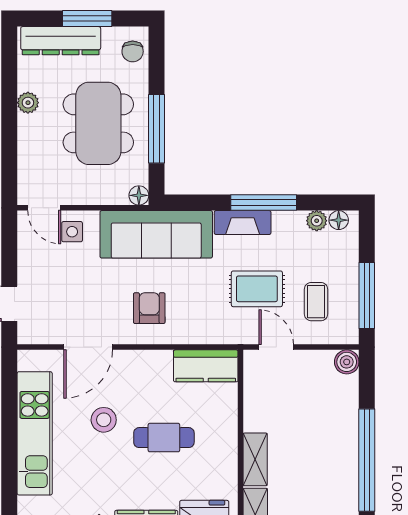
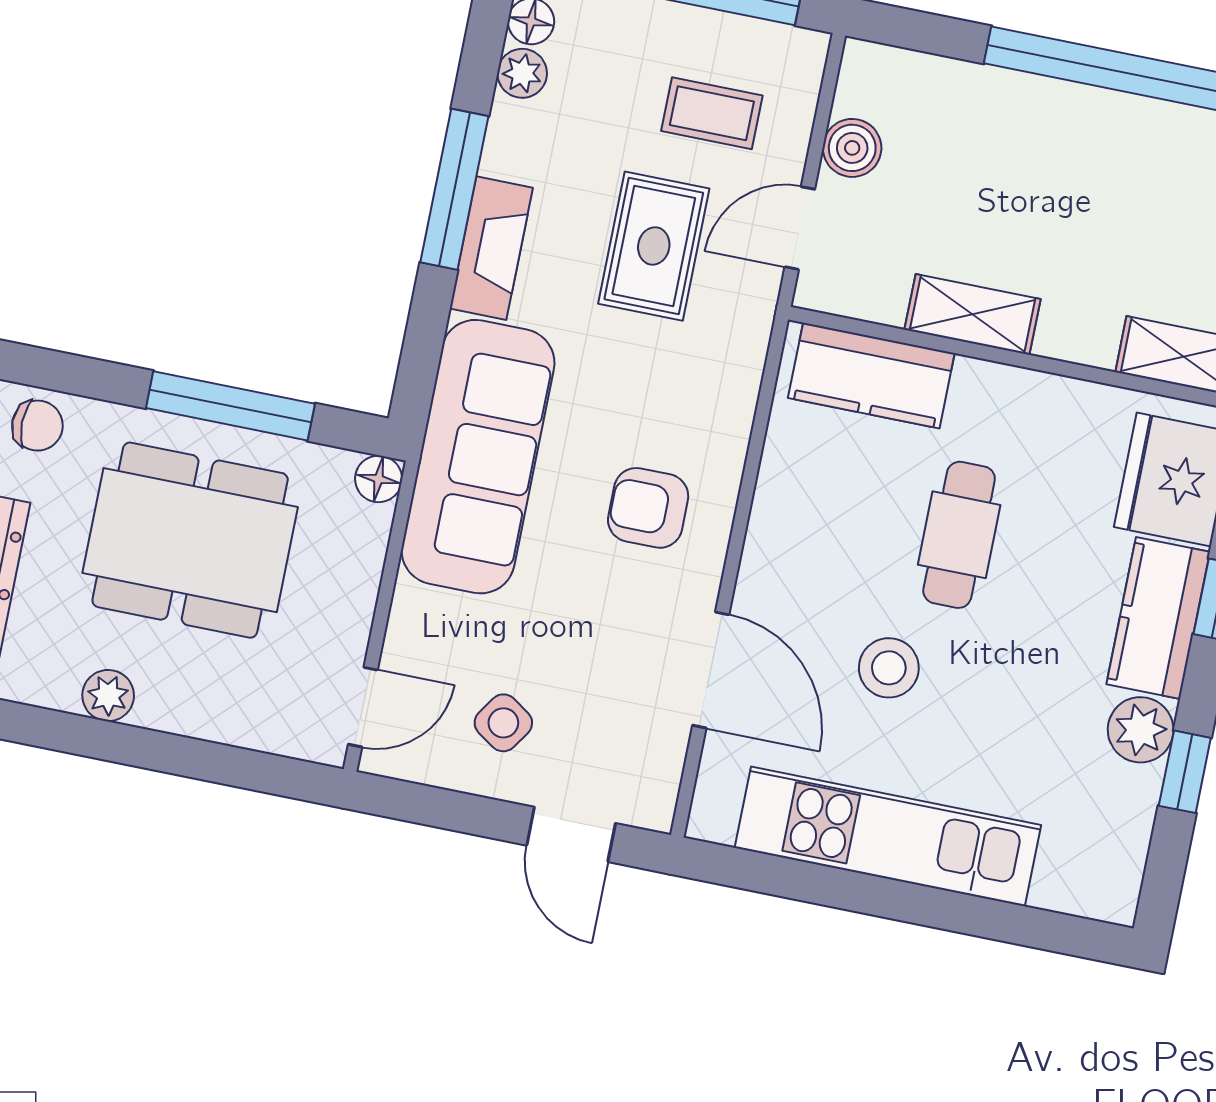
side table: (72, 232) -> (503, 723), moved, turned 34
boiler: (347, 362) -> (852, 148), moved
kitchen counter: (206, 366) -> (871, 375), moved, turned 90
shelving: (255, 459) -> (972, 314), moved

